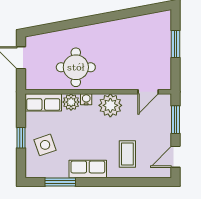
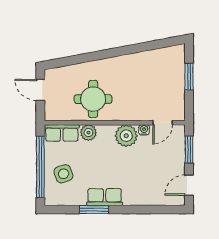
water cooler: (86, 99) -> (144, 130), moved
window: (21, 138) -> (40, 167), width x3.17
coffee table: (127, 154) -> (143, 183), removed
window: (60, 182) -> (94, 210), moved

